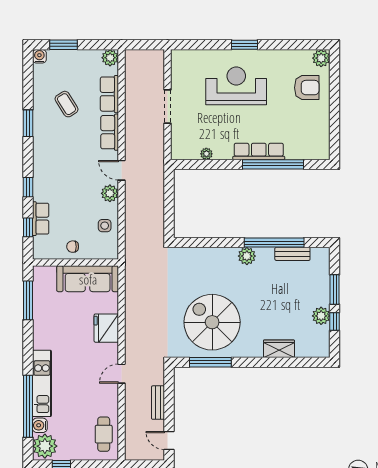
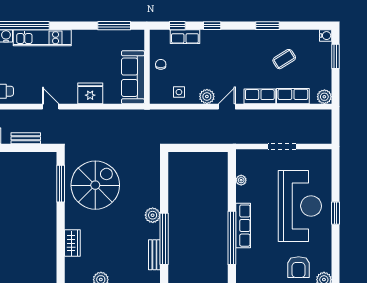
reception desk: (236, 86) -> (300, 206), width x1.36, depth x1.30

